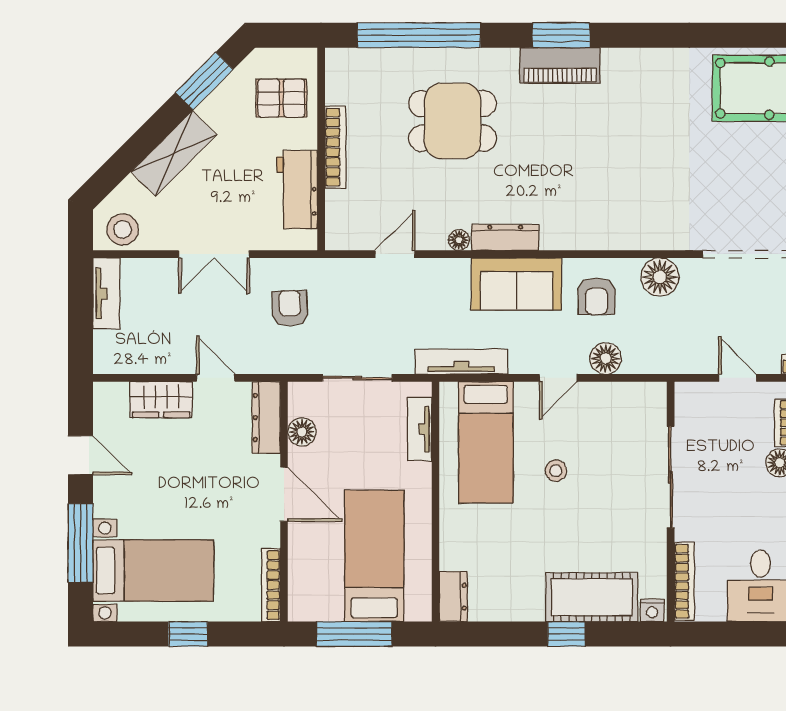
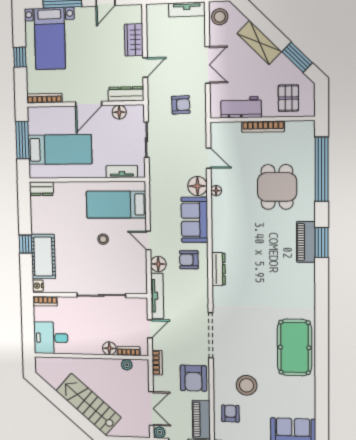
dresser: (505, 237) -> (218, 269), moved
double door: (214, 254) -> (208, 65), swing flipped
floor lamp: (660, 277) -> (197, 186), moved
tv unit: (461, 362) -> (157, 296), moved
bookcase: (684, 581) -> (45, 301), width x0.64

